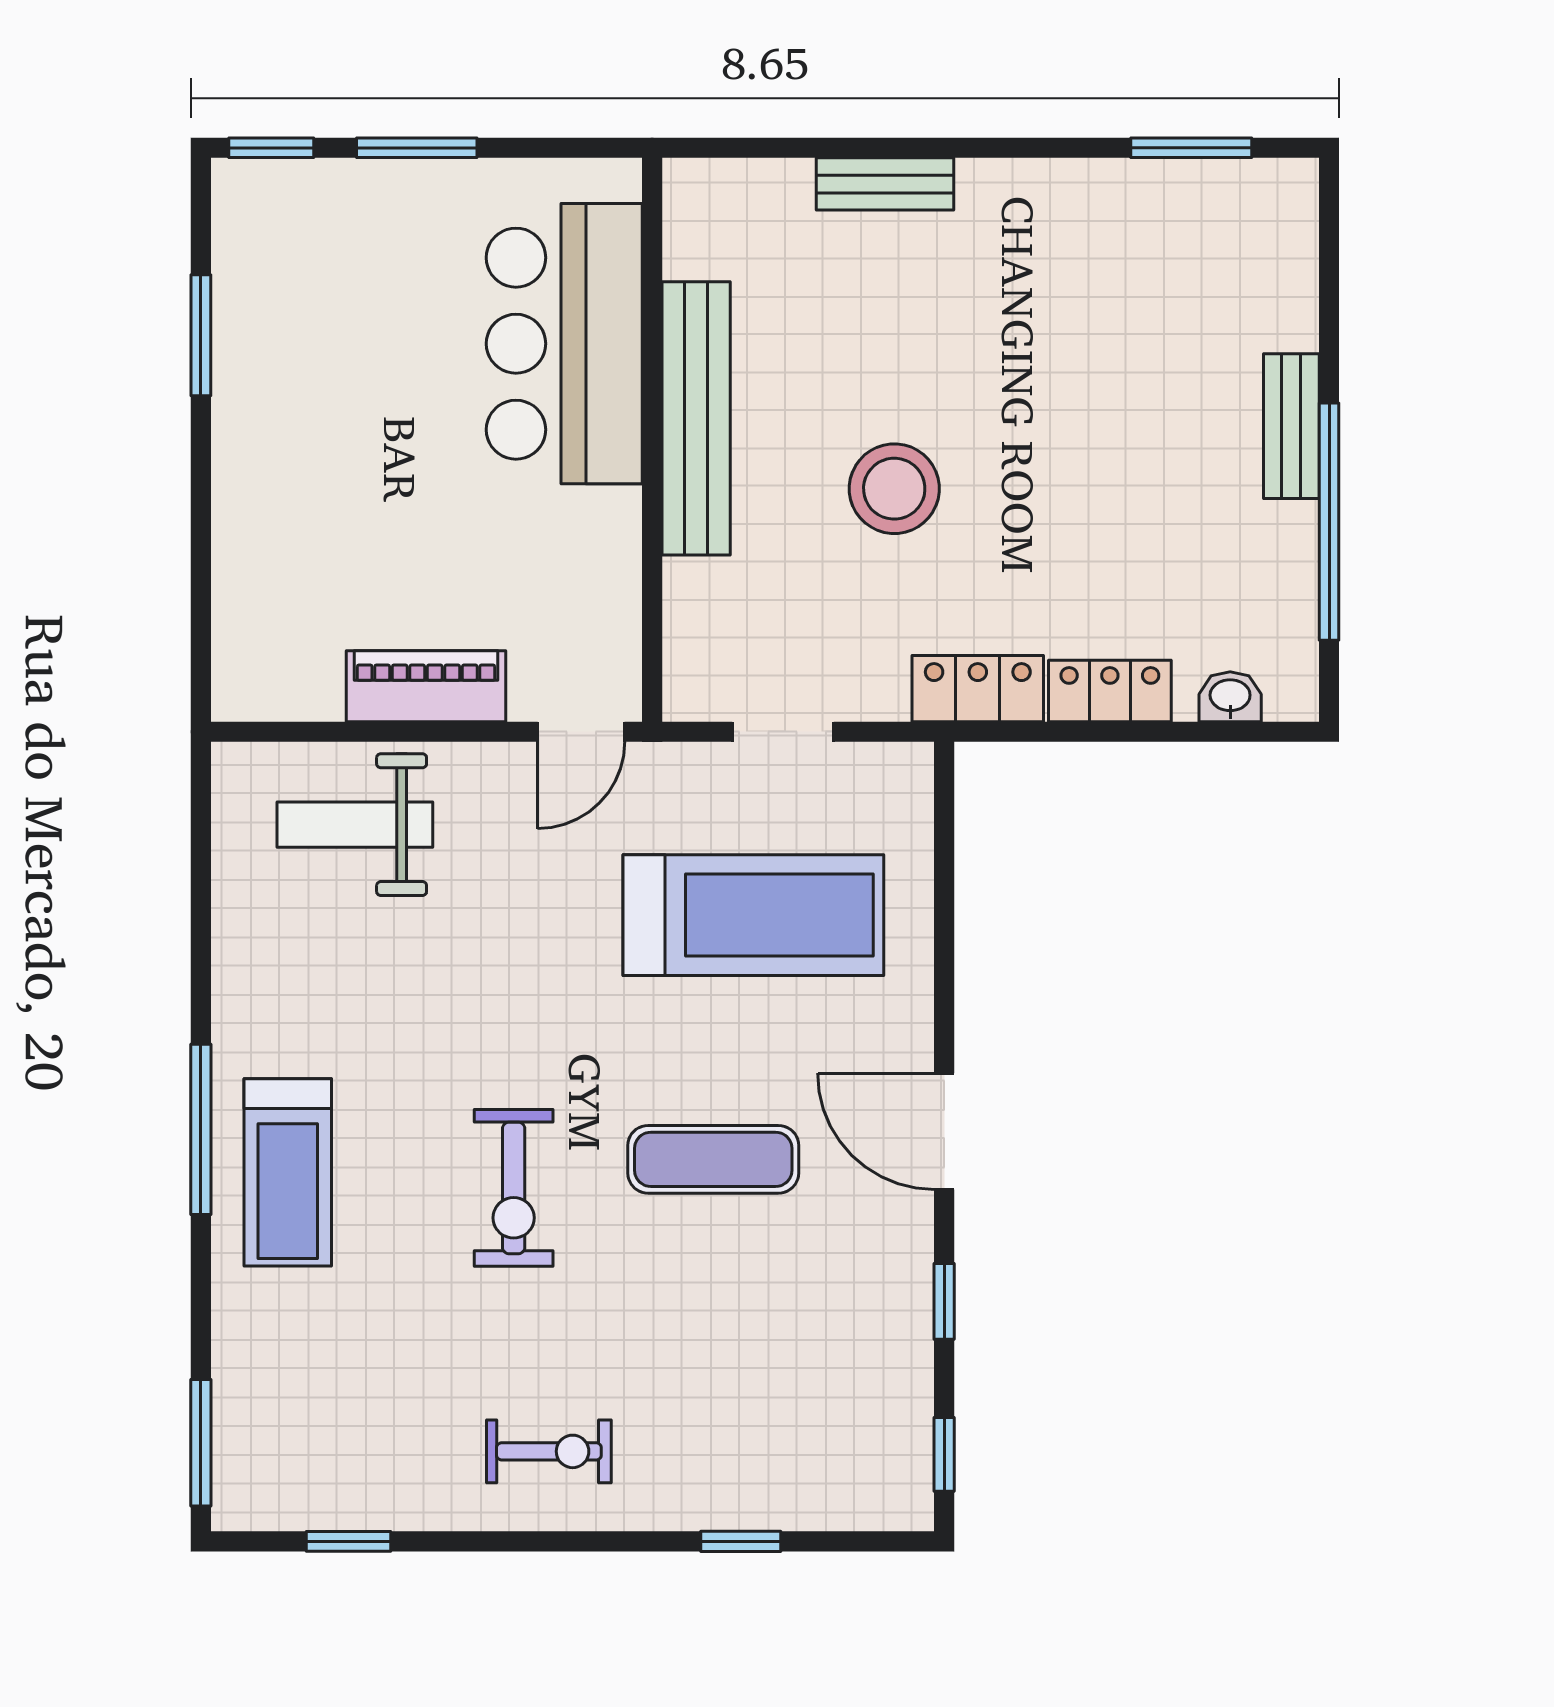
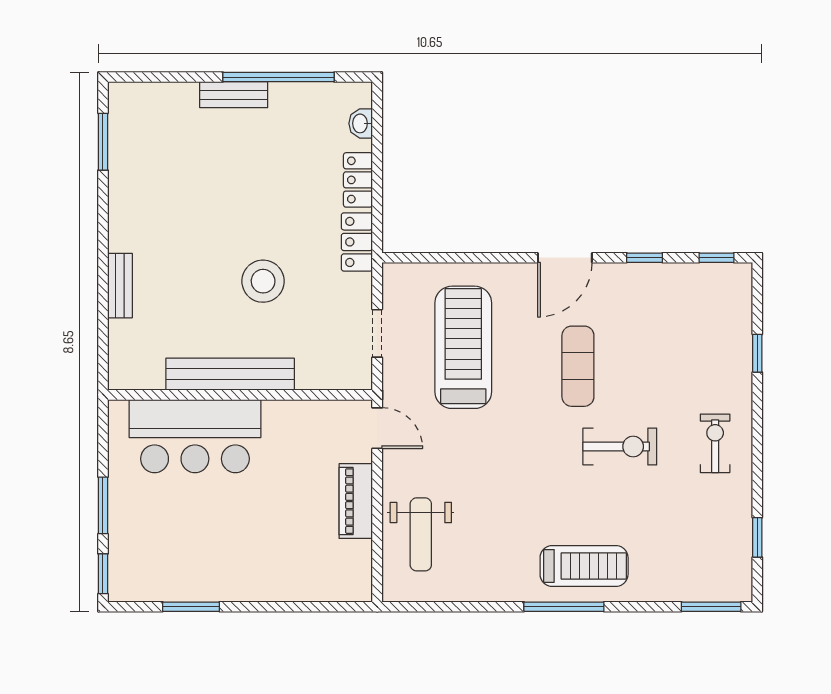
exercise bike: (514, 1188) -> (620, 446), moved

